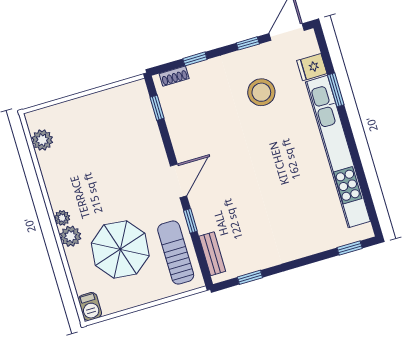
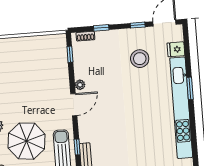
window: (336, 90) -> (190, 88), moved
plant: (181, 150) -> (80, 85), added
window: (190, 221) -> (77, 147), moved

